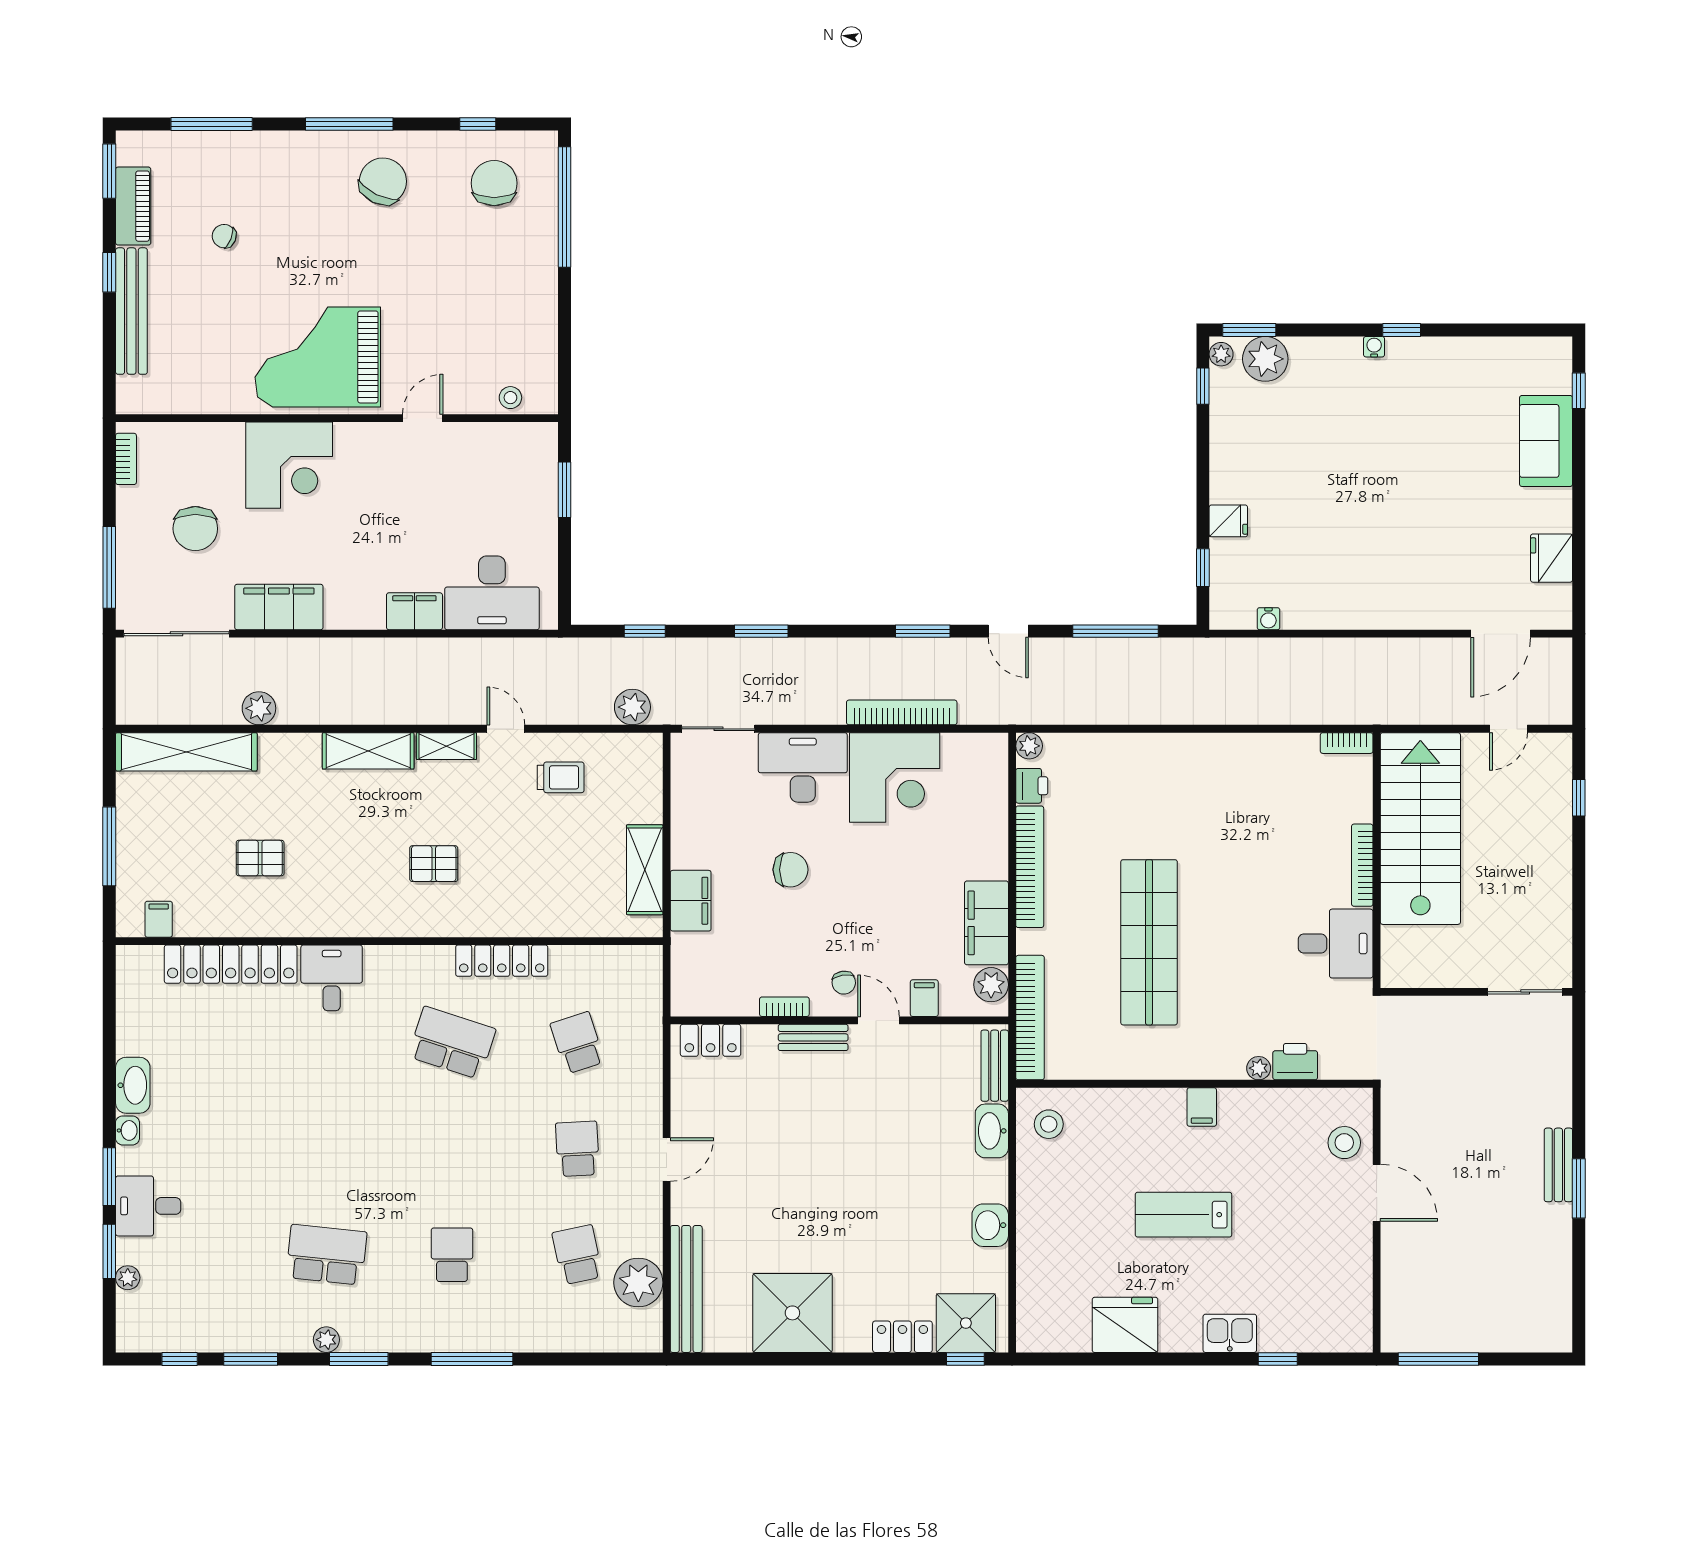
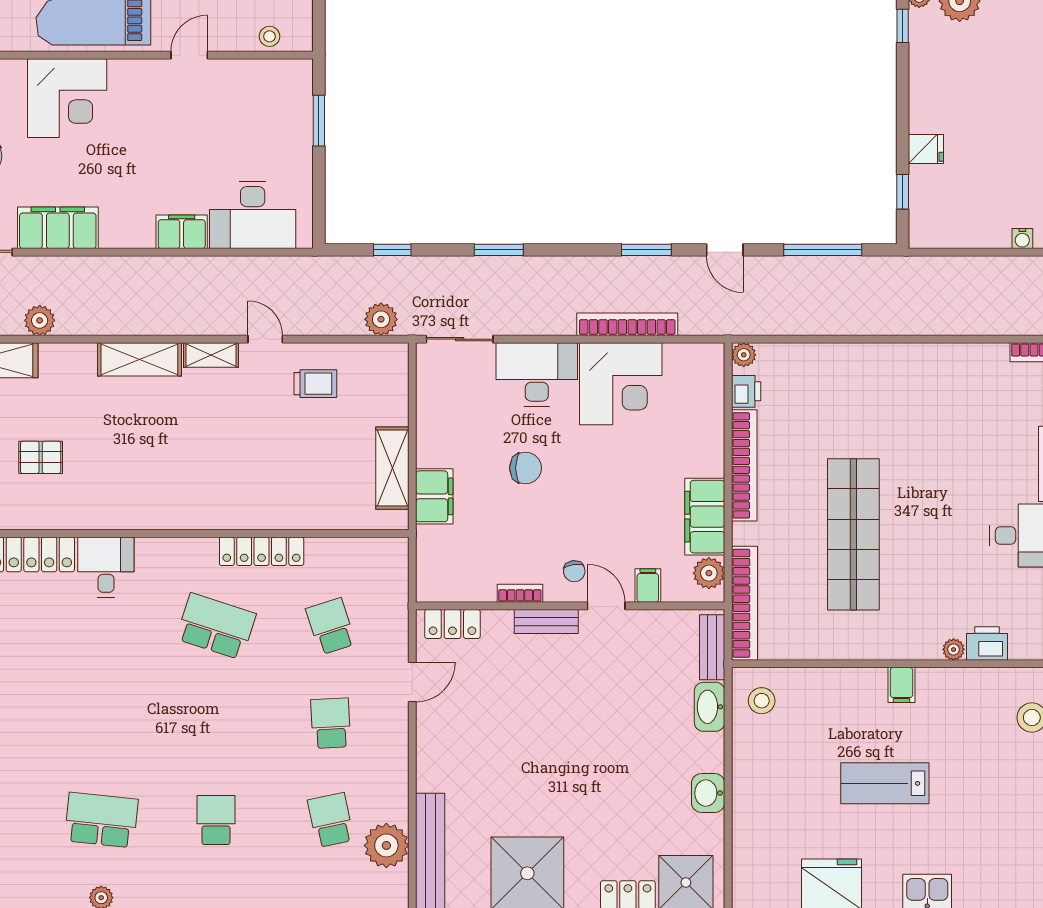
water cooler: (1268, 619) -> (1022, 239), moved
pallet: (434, 864) -> (199, 462), removed
door: (667, 1160) -> (412, 682), moved

